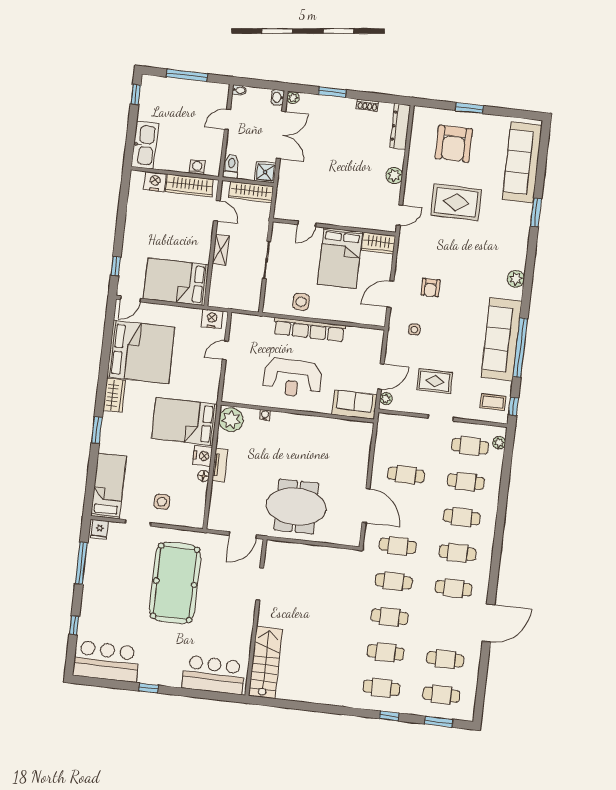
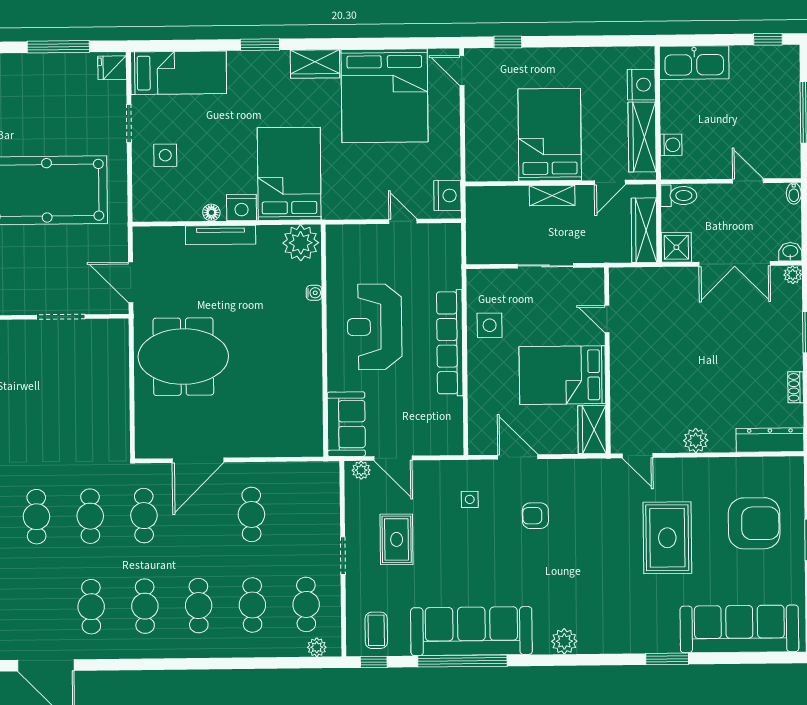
armchair: (454, 144) -> (754, 523), turned 180
bed: (176, 282) -> (550, 135), moved
tv unit: (220, 465) -> (221, 235), width x1.41
meeting table: (296, 507) -> (183, 357), turned 90

